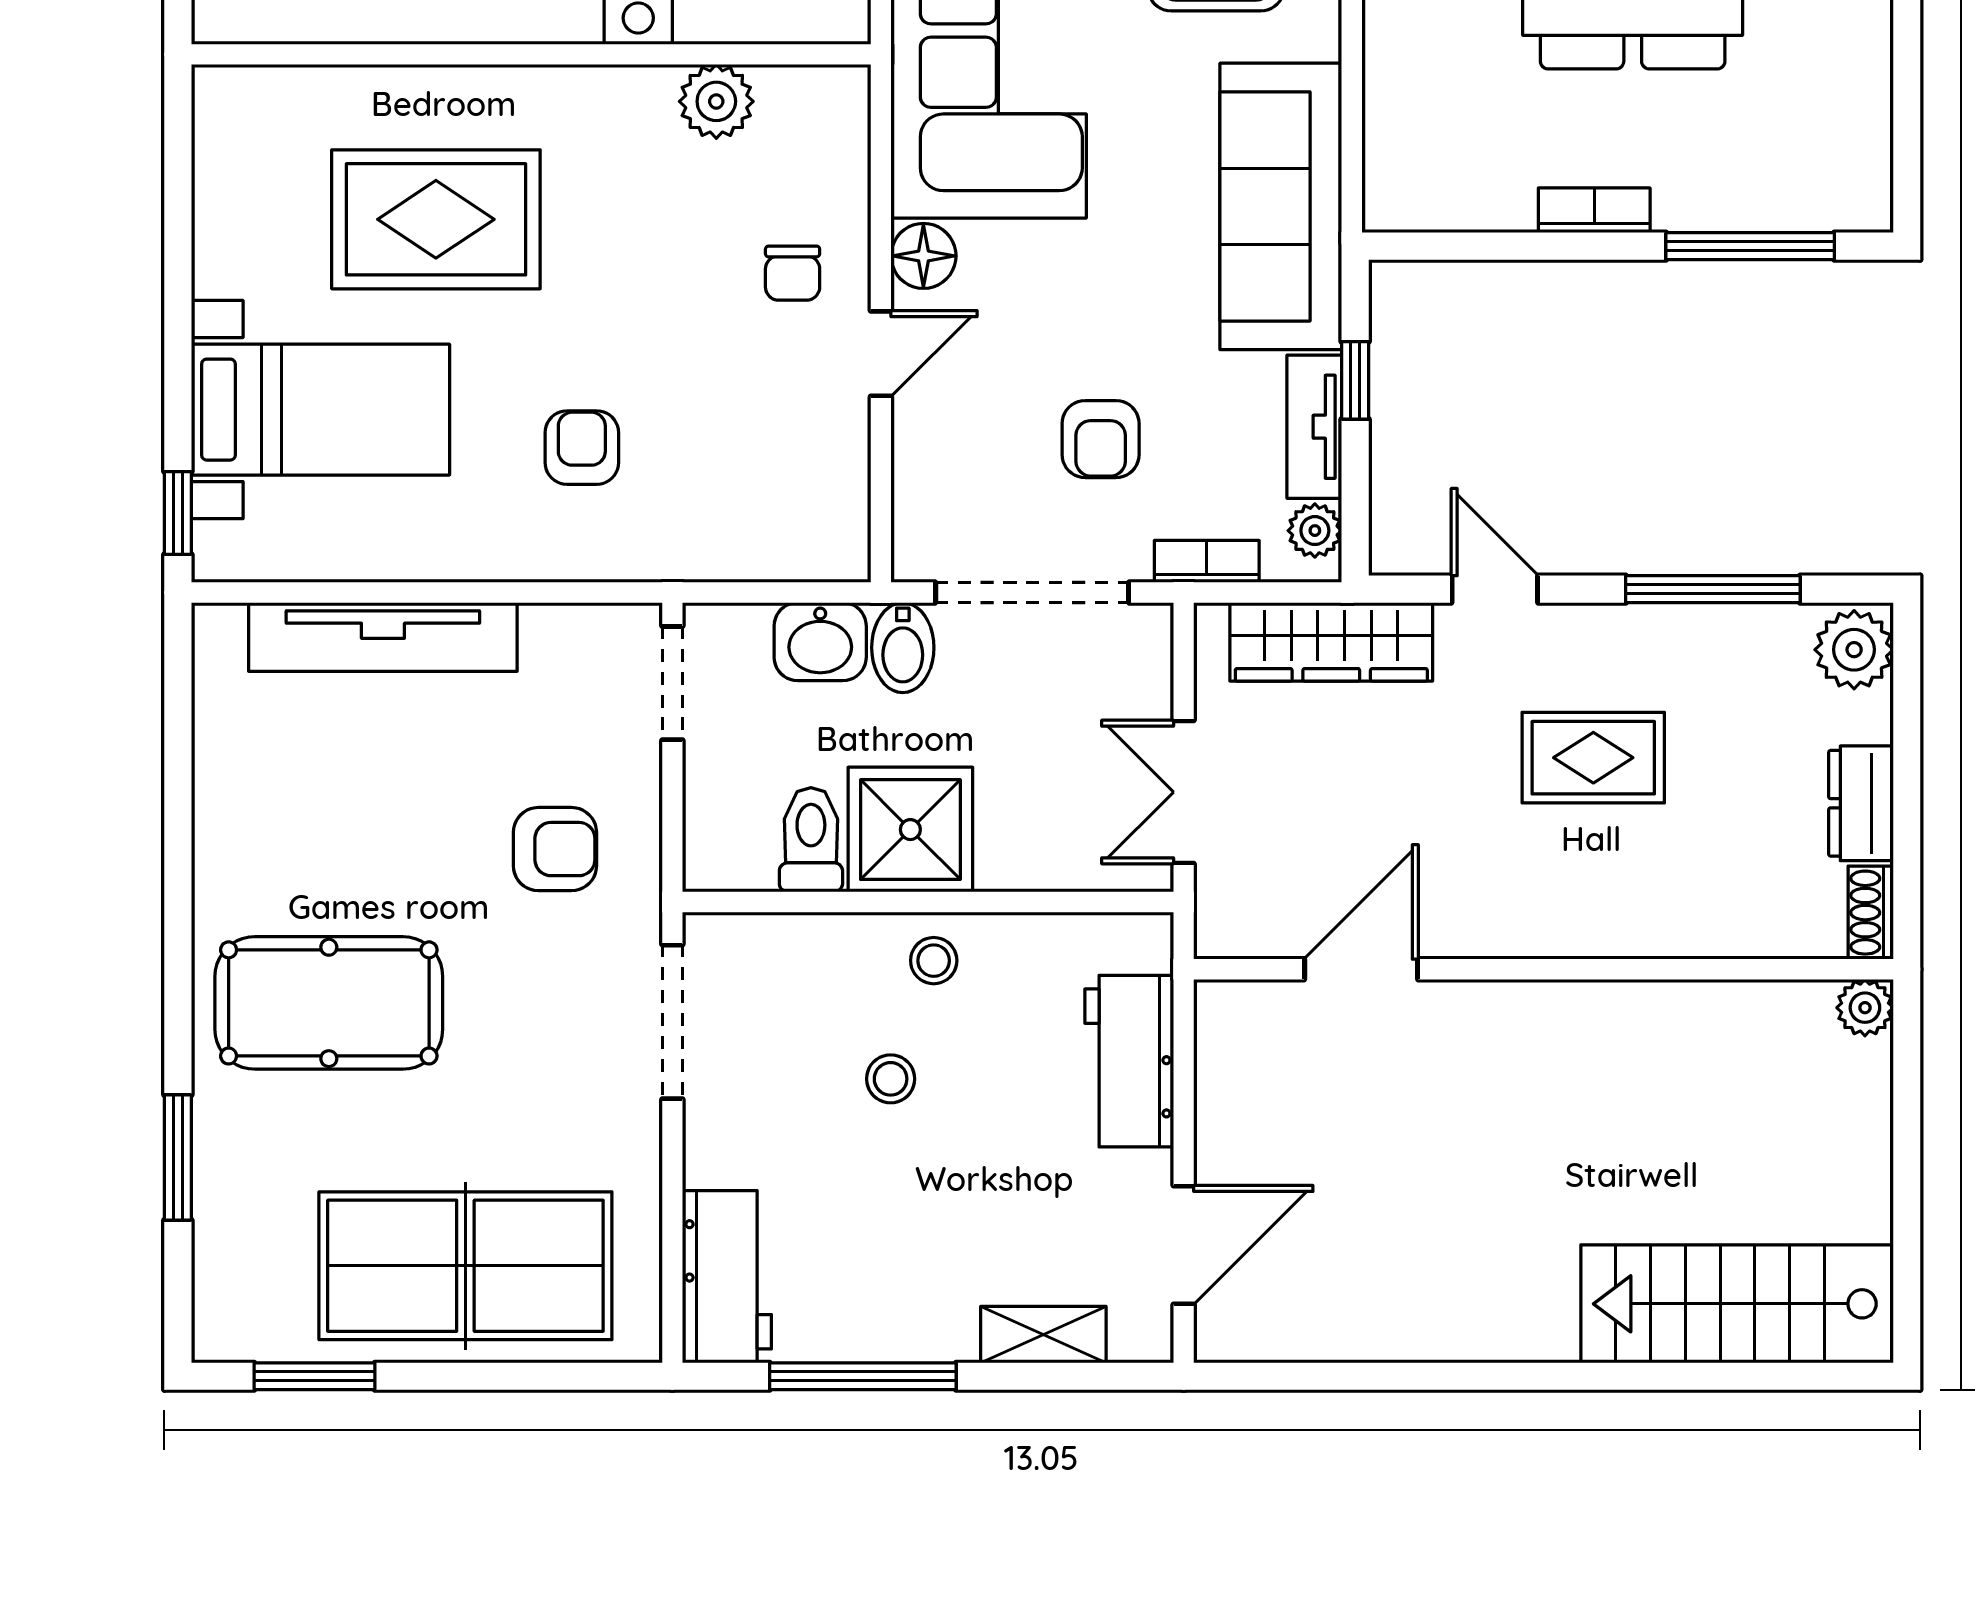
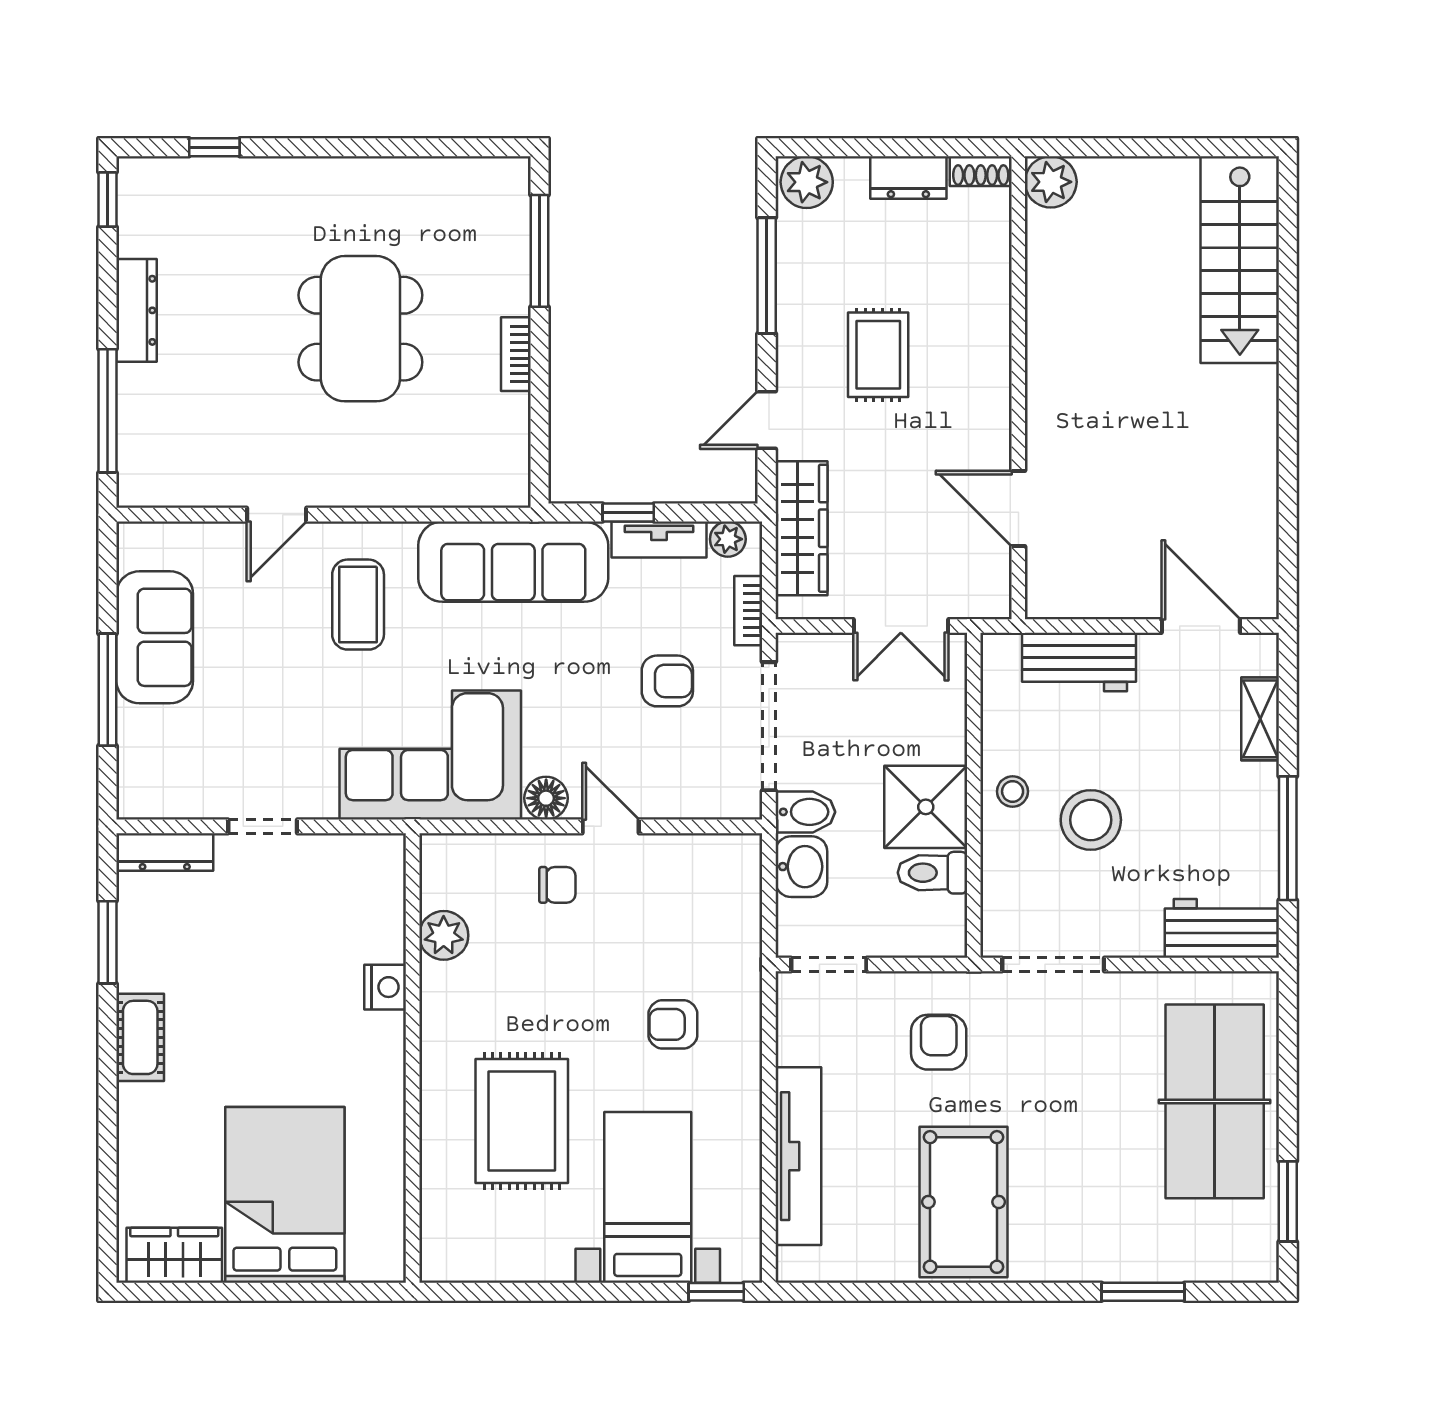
pool table: (329, 1003) -> (964, 1202), moved
plant: (1865, 1008) -> (1051, 182), width x1.38, depth x1.38
stool: (891, 1079) -> (1091, 820), width x1.89, depth x1.89

